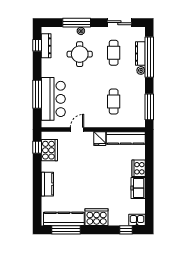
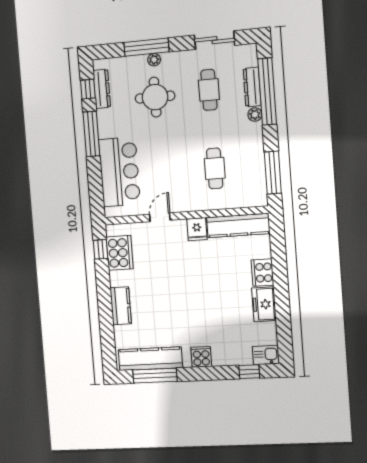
window: (37, 94) -> (91, 134), moved
cooker: (97, 217) -> (201, 357), width x0.53, depth x0.76

